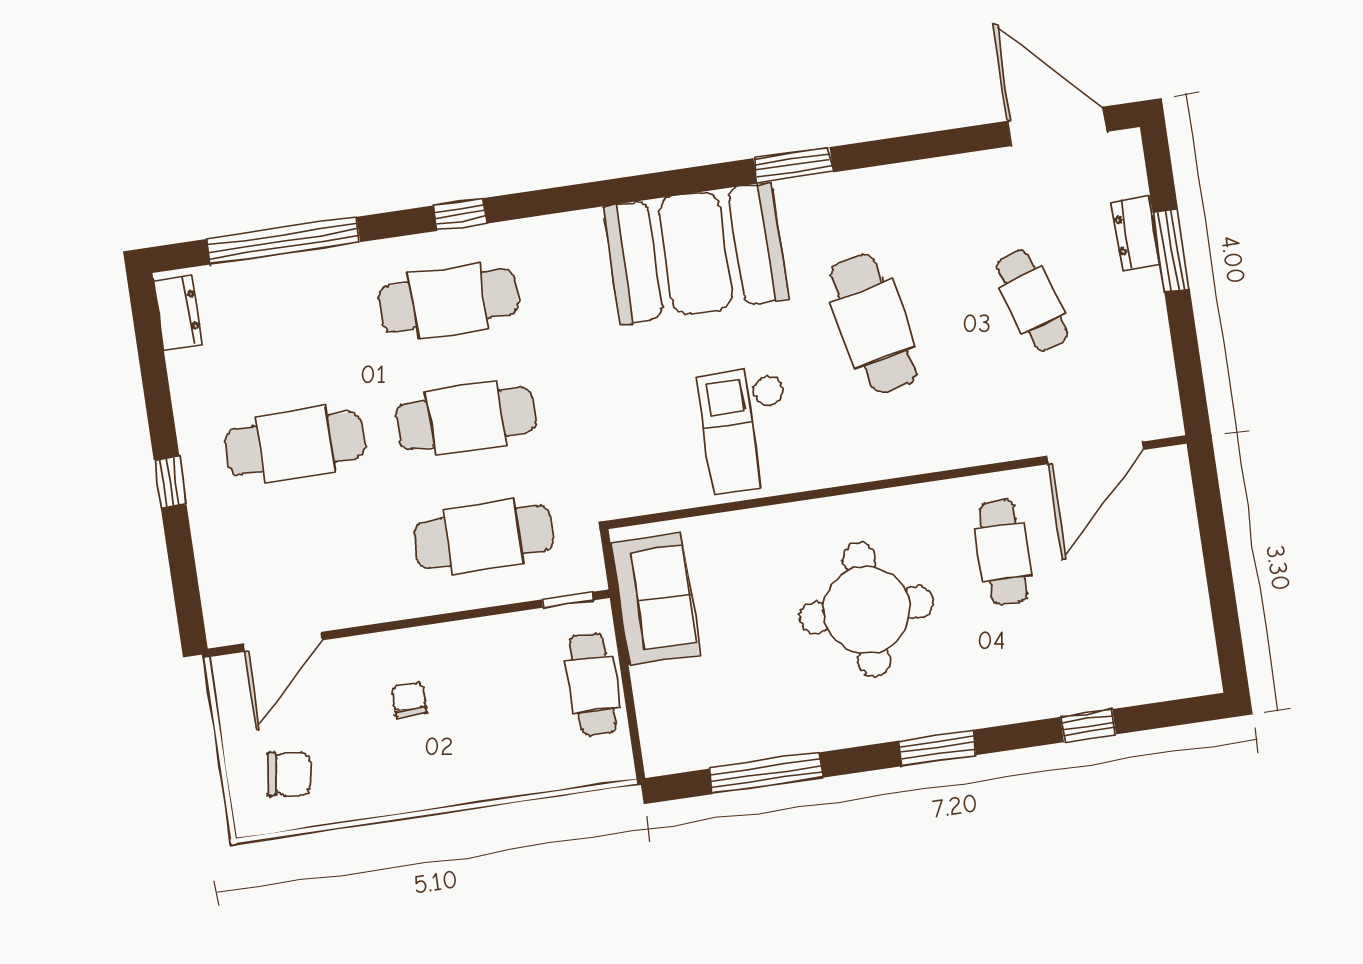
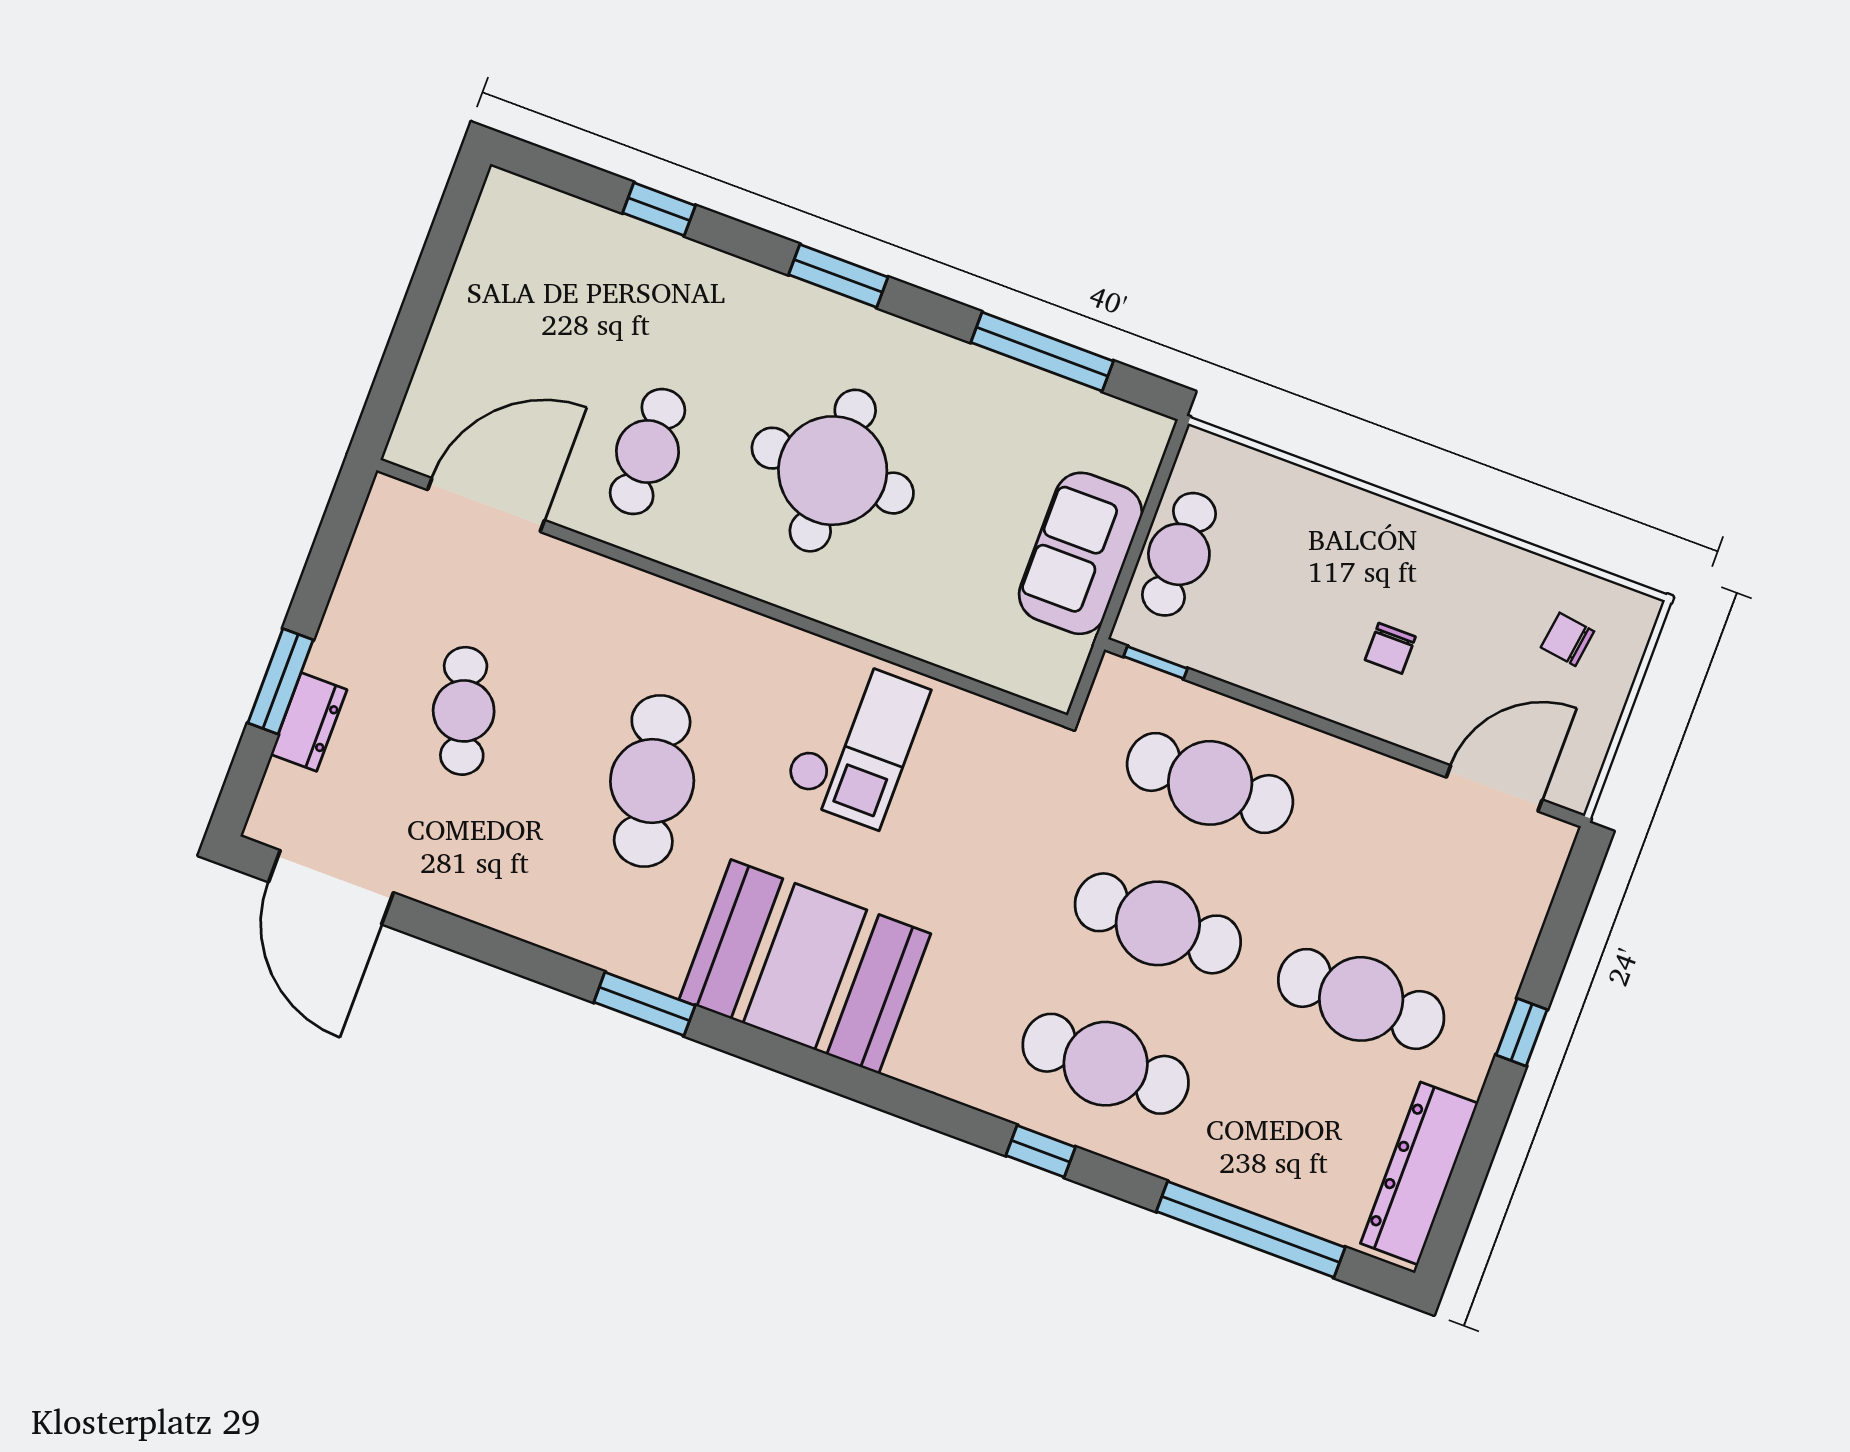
dresser: (178, 312) -> (1419, 1173), width x1.96, depth x1.24
sofa: (655, 599) -> (1080, 553), moved
chair: (289, 774) -> (1567, 639), width x0.73, depth x0.73

